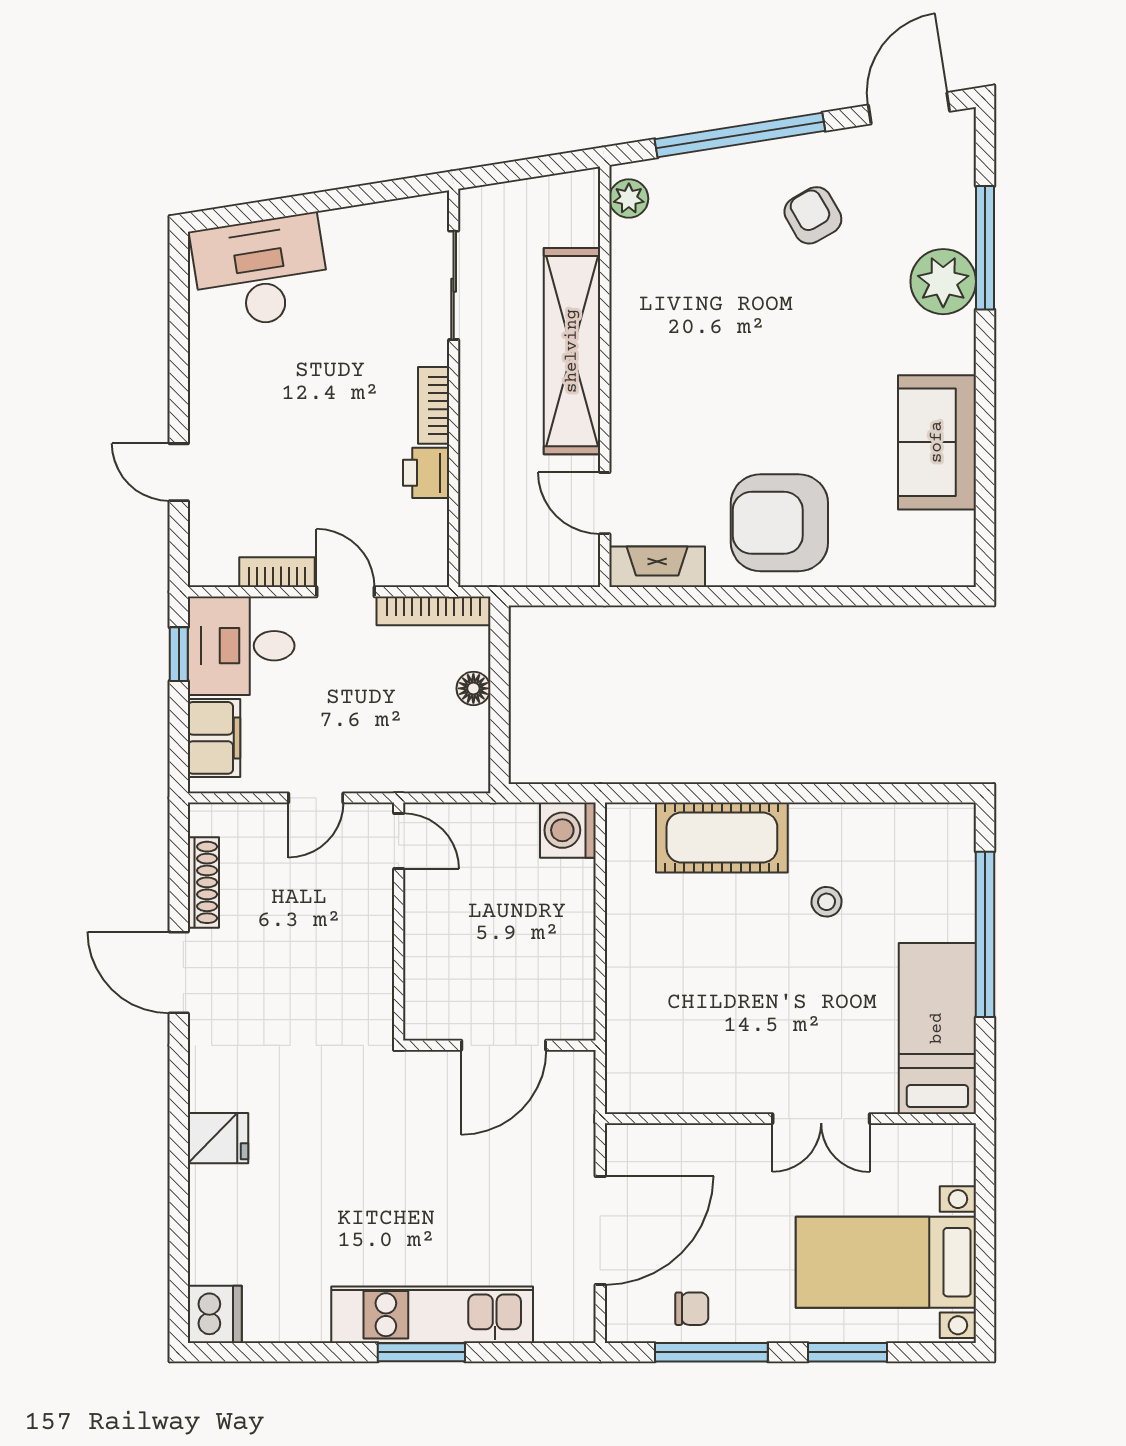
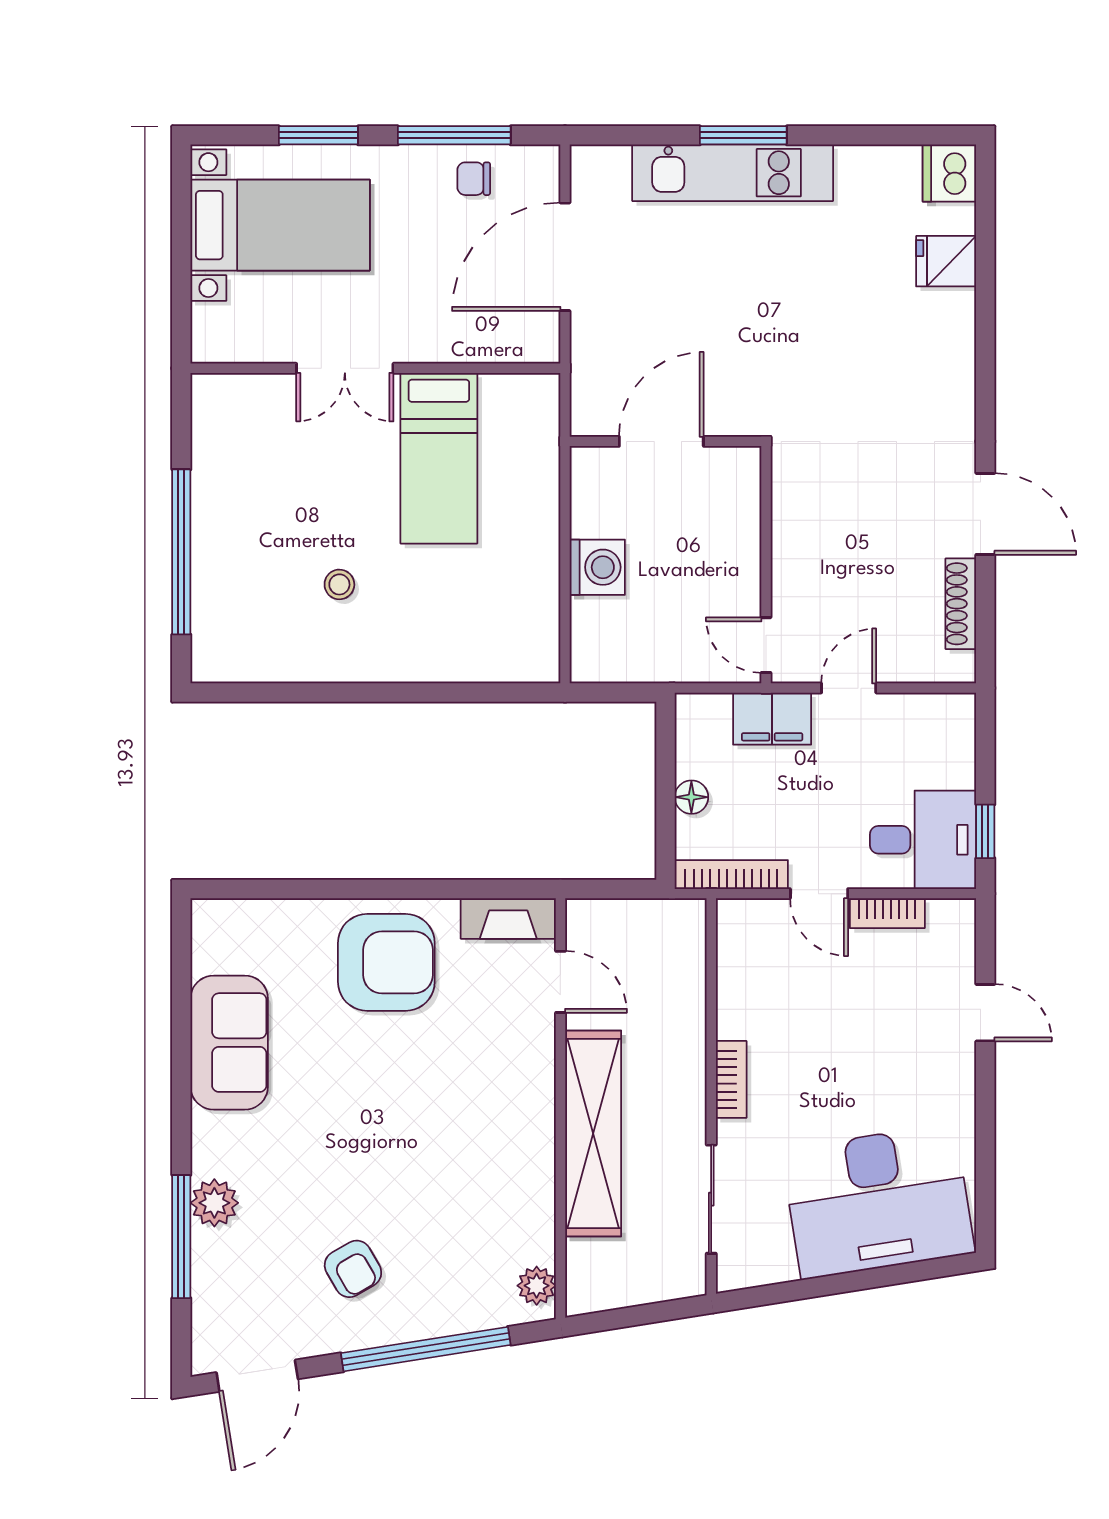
desk: (261, 272) -> (878, 1201), width x1.36, depth x1.30
plant: (943, 282) -> (214, 1203), width x0.73, depth x0.73
printer: (426, 473) -> (739, 1012), removed
filing cabinet: (214, 738) -> (772, 719), moved, turned -90
washing machine: (568, 830) -> (597, 567), moved
cot: (722, 837) -> (444, 649), removed
bed: (937, 1028) -> (439, 458), moved
double door: (821, 1119) -> (345, 368), swing flipped
fridge: (218, 1138) -> (946, 261), moved

